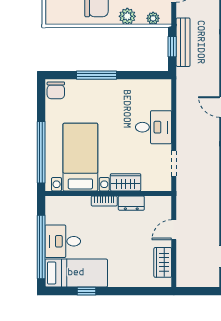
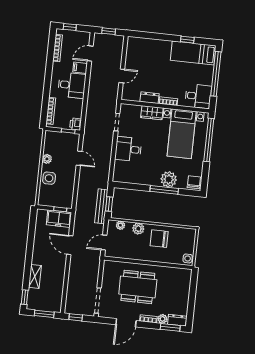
plant: (92, 91) -> (169, 179), added
desk: (63, 241) -> (198, 96), moved
wardrobe: (163, 262) -> (132, 54), removed
window: (199, 291) -> (109, 31), added

